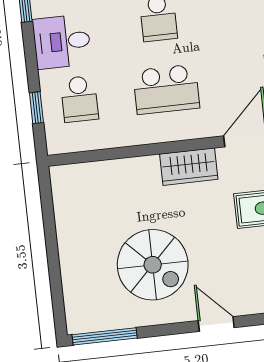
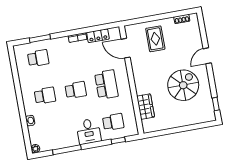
wardrobe: (189, 167) -> (146, 107), moved
window: (105, 336) -> (216, 104), width x0.46

